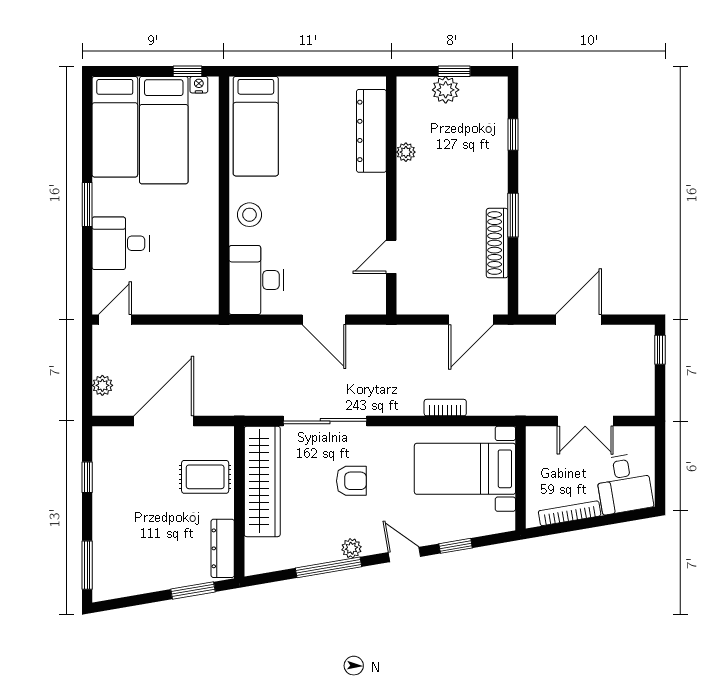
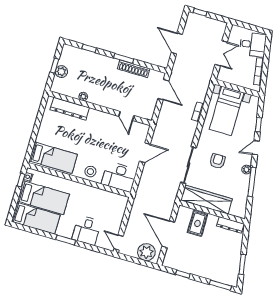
plant: (102, 385) -> (146, 252), width x1.88, depth x1.88
window: (193, 591) -> (242, 264), moved

